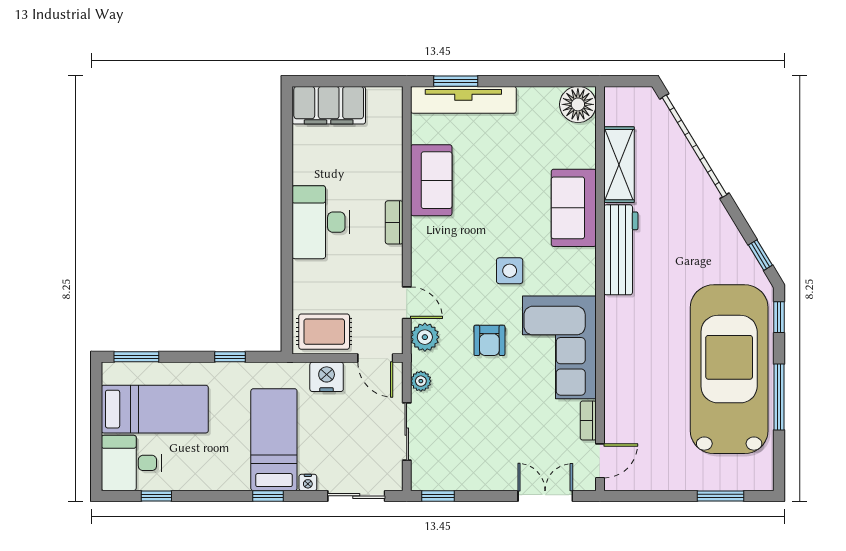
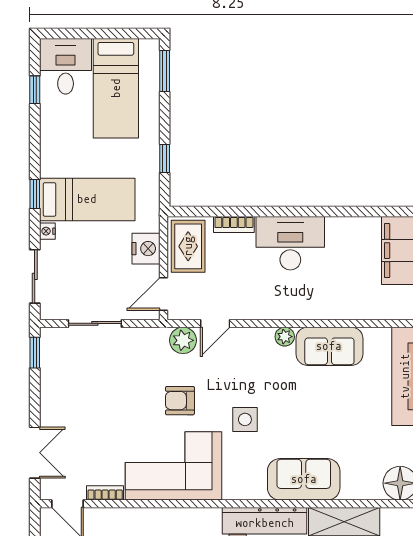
bookcase: (394, 222) -> (234, 224), moved, turned 180
plant: (421, 381) -> (285, 337), moved

